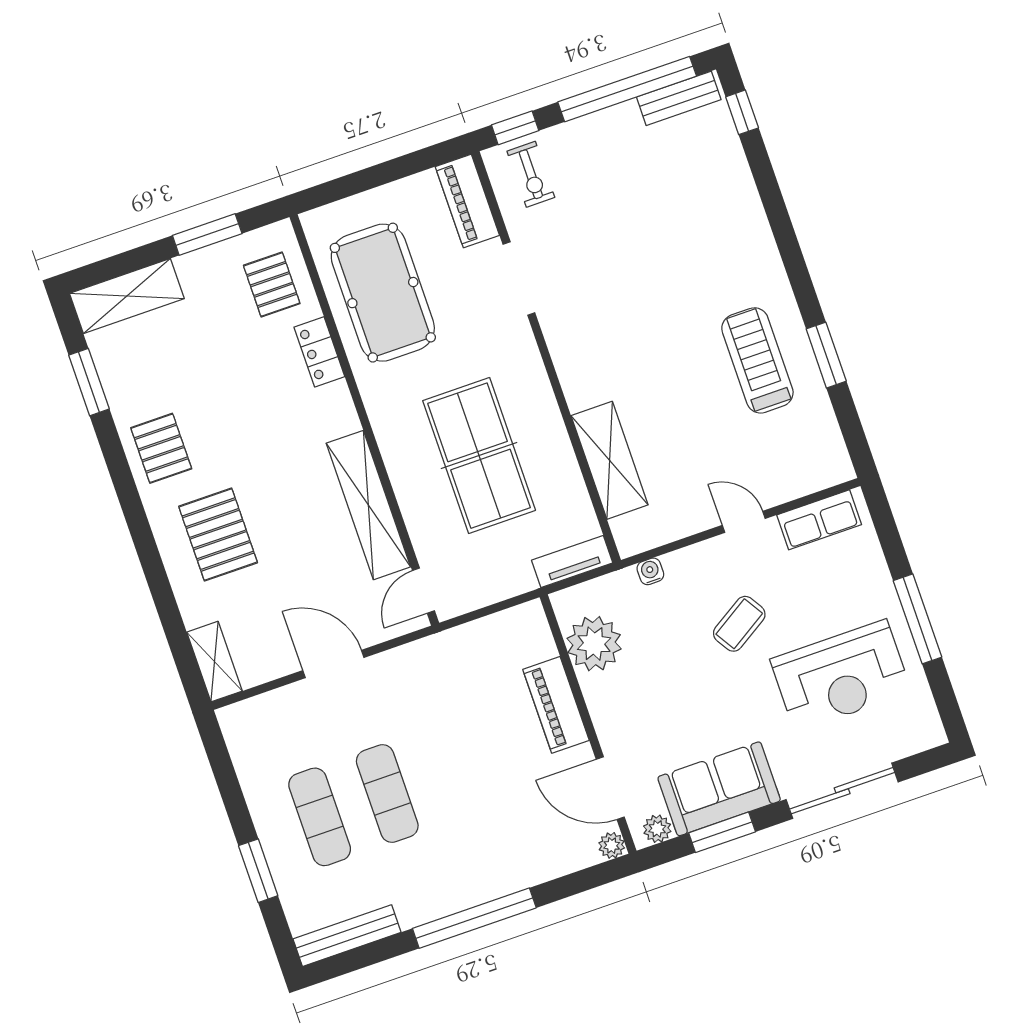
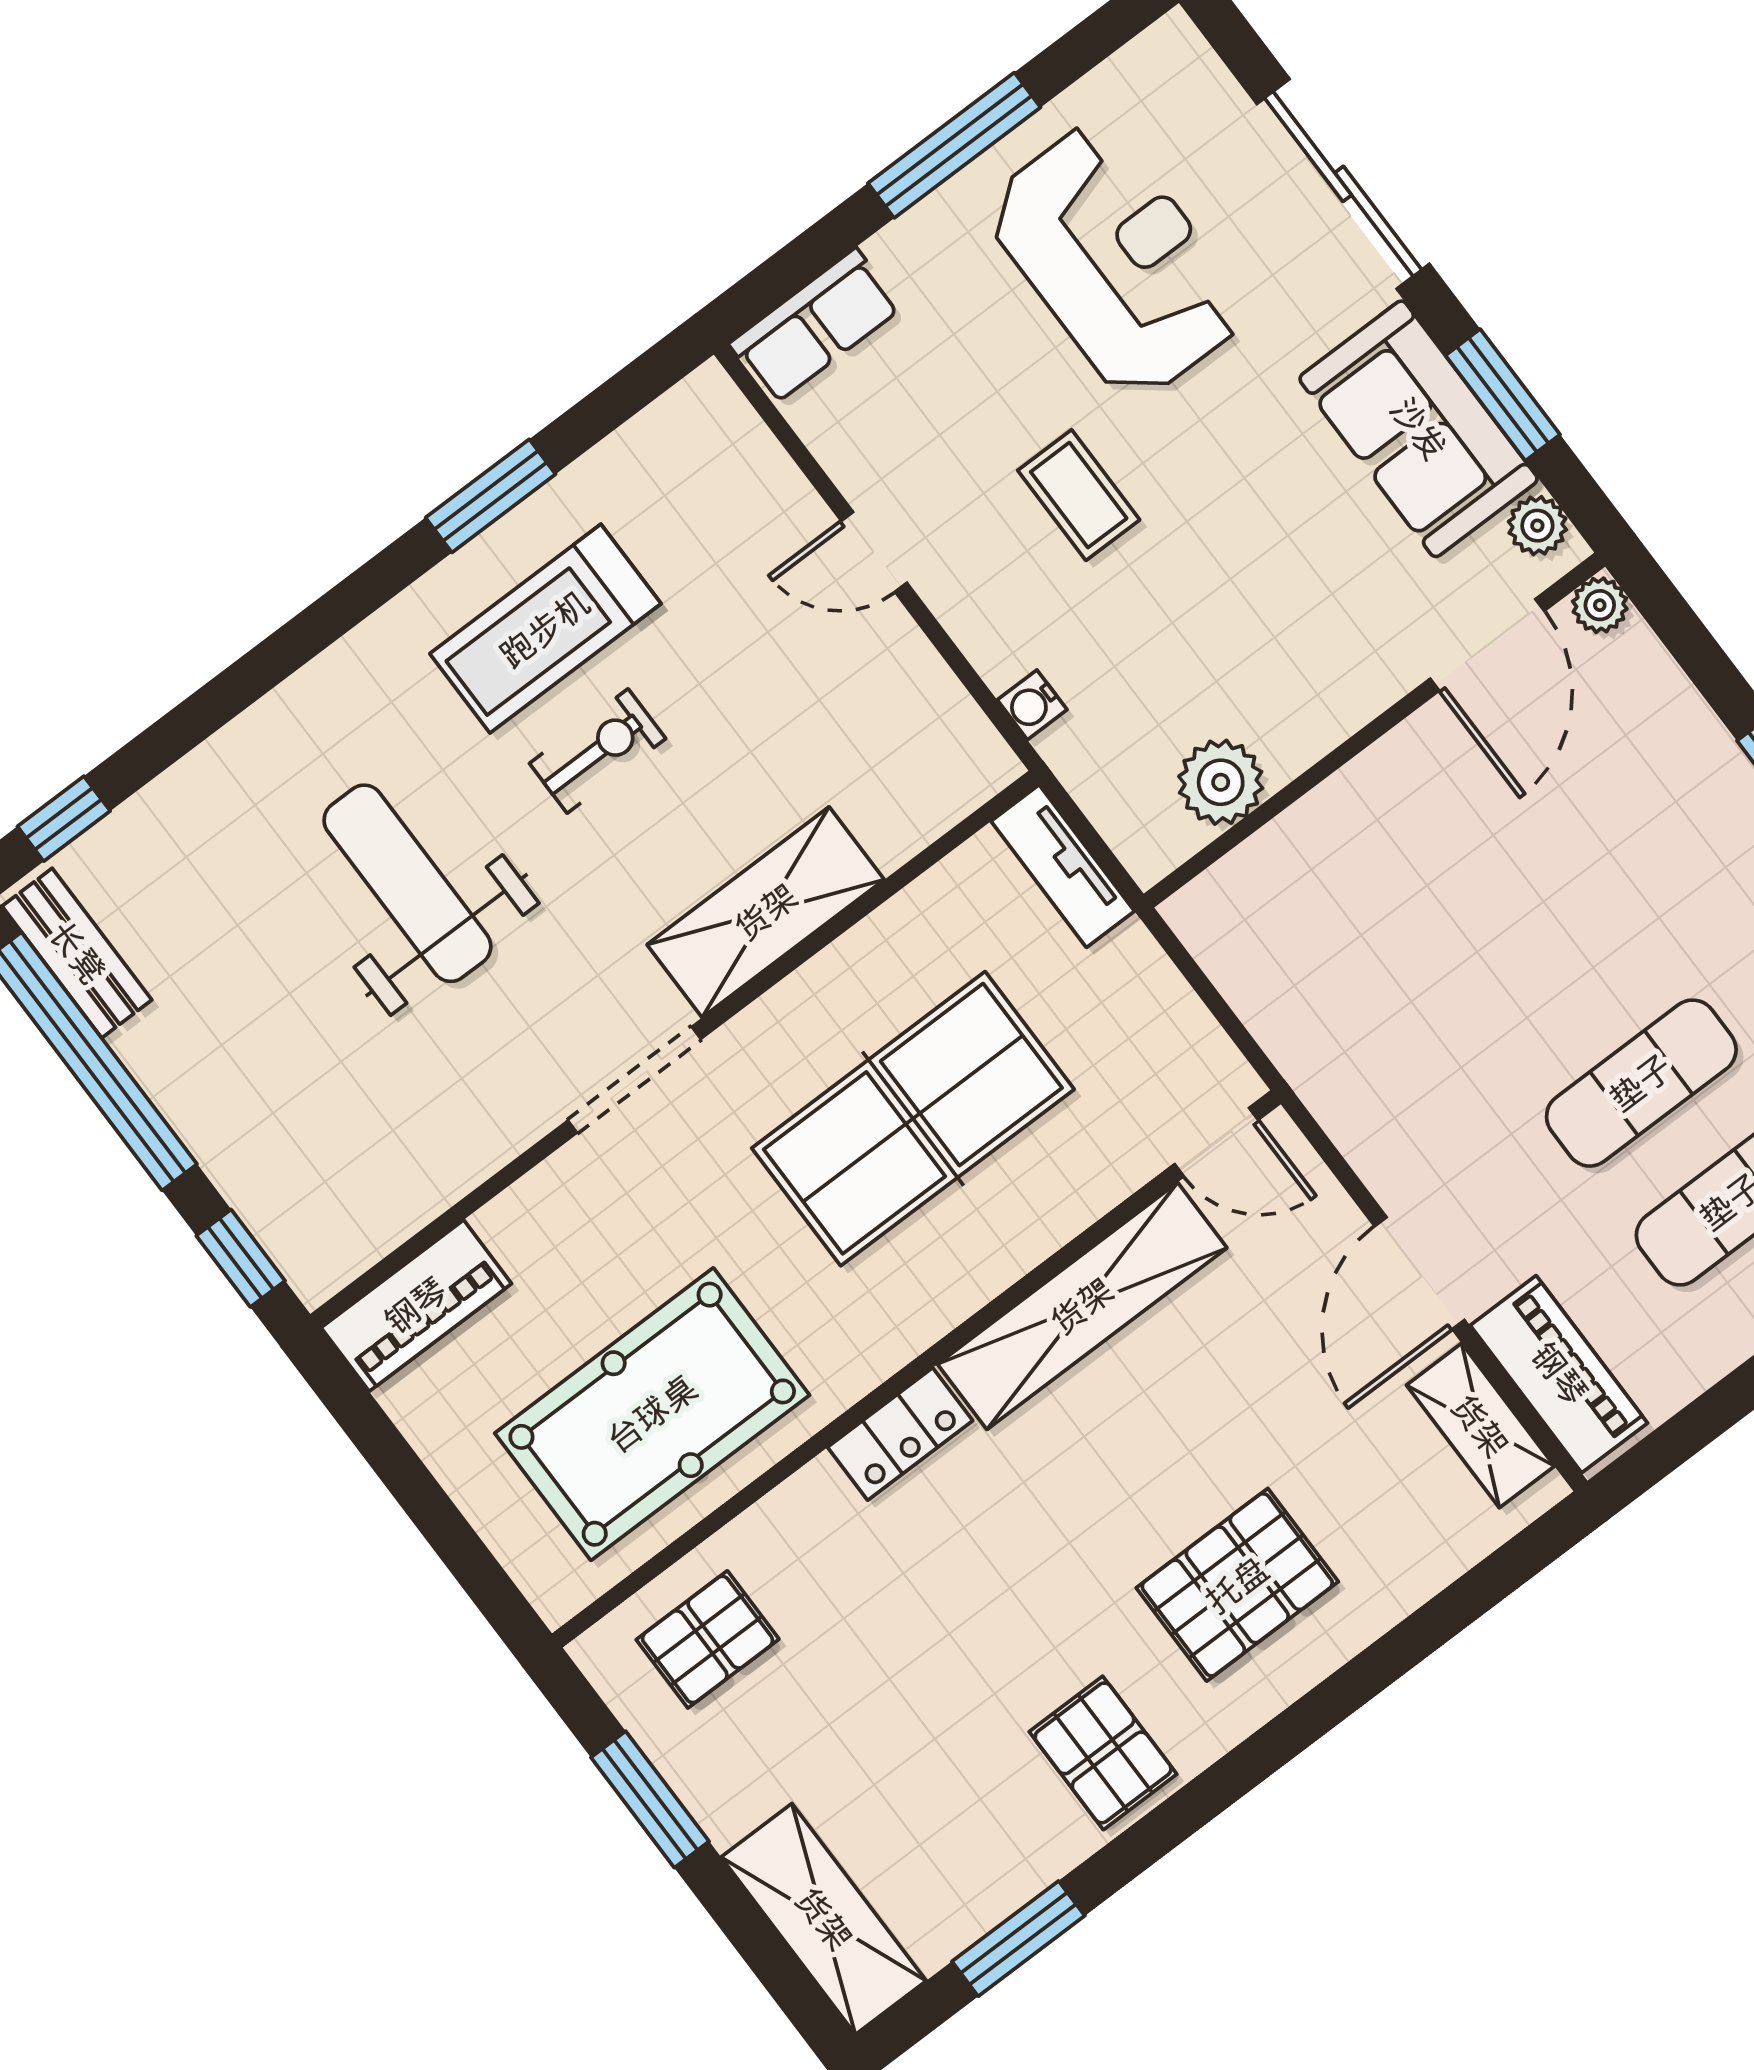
exercise bike: (531, 174) -> (598, 751), moved
weight bench: (662, 260) -> (407, 883), added
doorway: (519, 279) -> (634, 1080), moved
locker: (319, 352) -> (900, 1434), moved
pallet: (161, 448) -> (1103, 1753), turned 90
shelving: (610, 460) -> (766, 912), moved
row of seats: (819, 520) -> (815, 326), moved, turned 90
door: (744, 522) -> (874, 552), hinge flipped
coffee table: (739, 624) -> (1079, 495), turned 32
plant: (594, 644) -> (1221, 782), width x0.73, depth x0.73
shelving: (214, 662) -> (1480, 1426), moved, turned 90
piano: (556, 705) -> (1559, 1374), moved, turned -90

